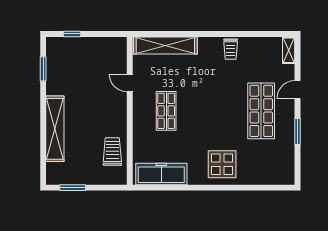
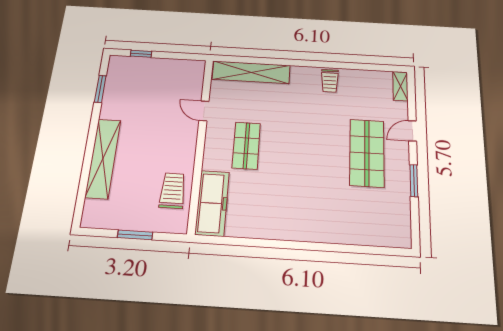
display table: (222, 164) -> (315, 216), removed
freezer: (161, 174) -> (212, 203), moved, turned 90
window: (73, 188) -> (135, 235), moved

